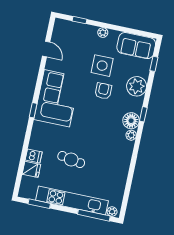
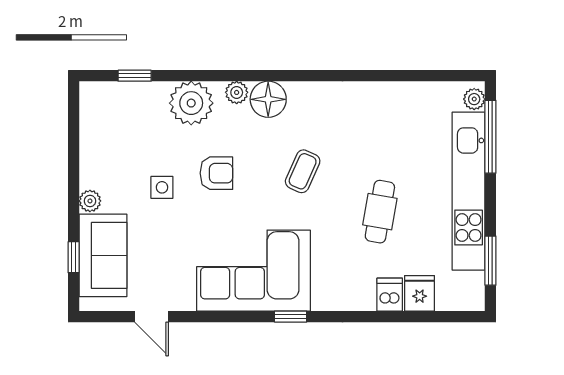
sofa: (136, 46) -> (103, 255), moved
door: (46, 49) -> (151, 317), swing flipped
side table: (102, 66) -> (162, 187), width x0.54, depth x0.54
armchair: (103, 91) -> (216, 173), turned 180
window: (143, 114) -> (249, 76), removed
coffee table: (96, 129) -> (303, 171), added
plant: (131, 135) -> (237, 92), moved

